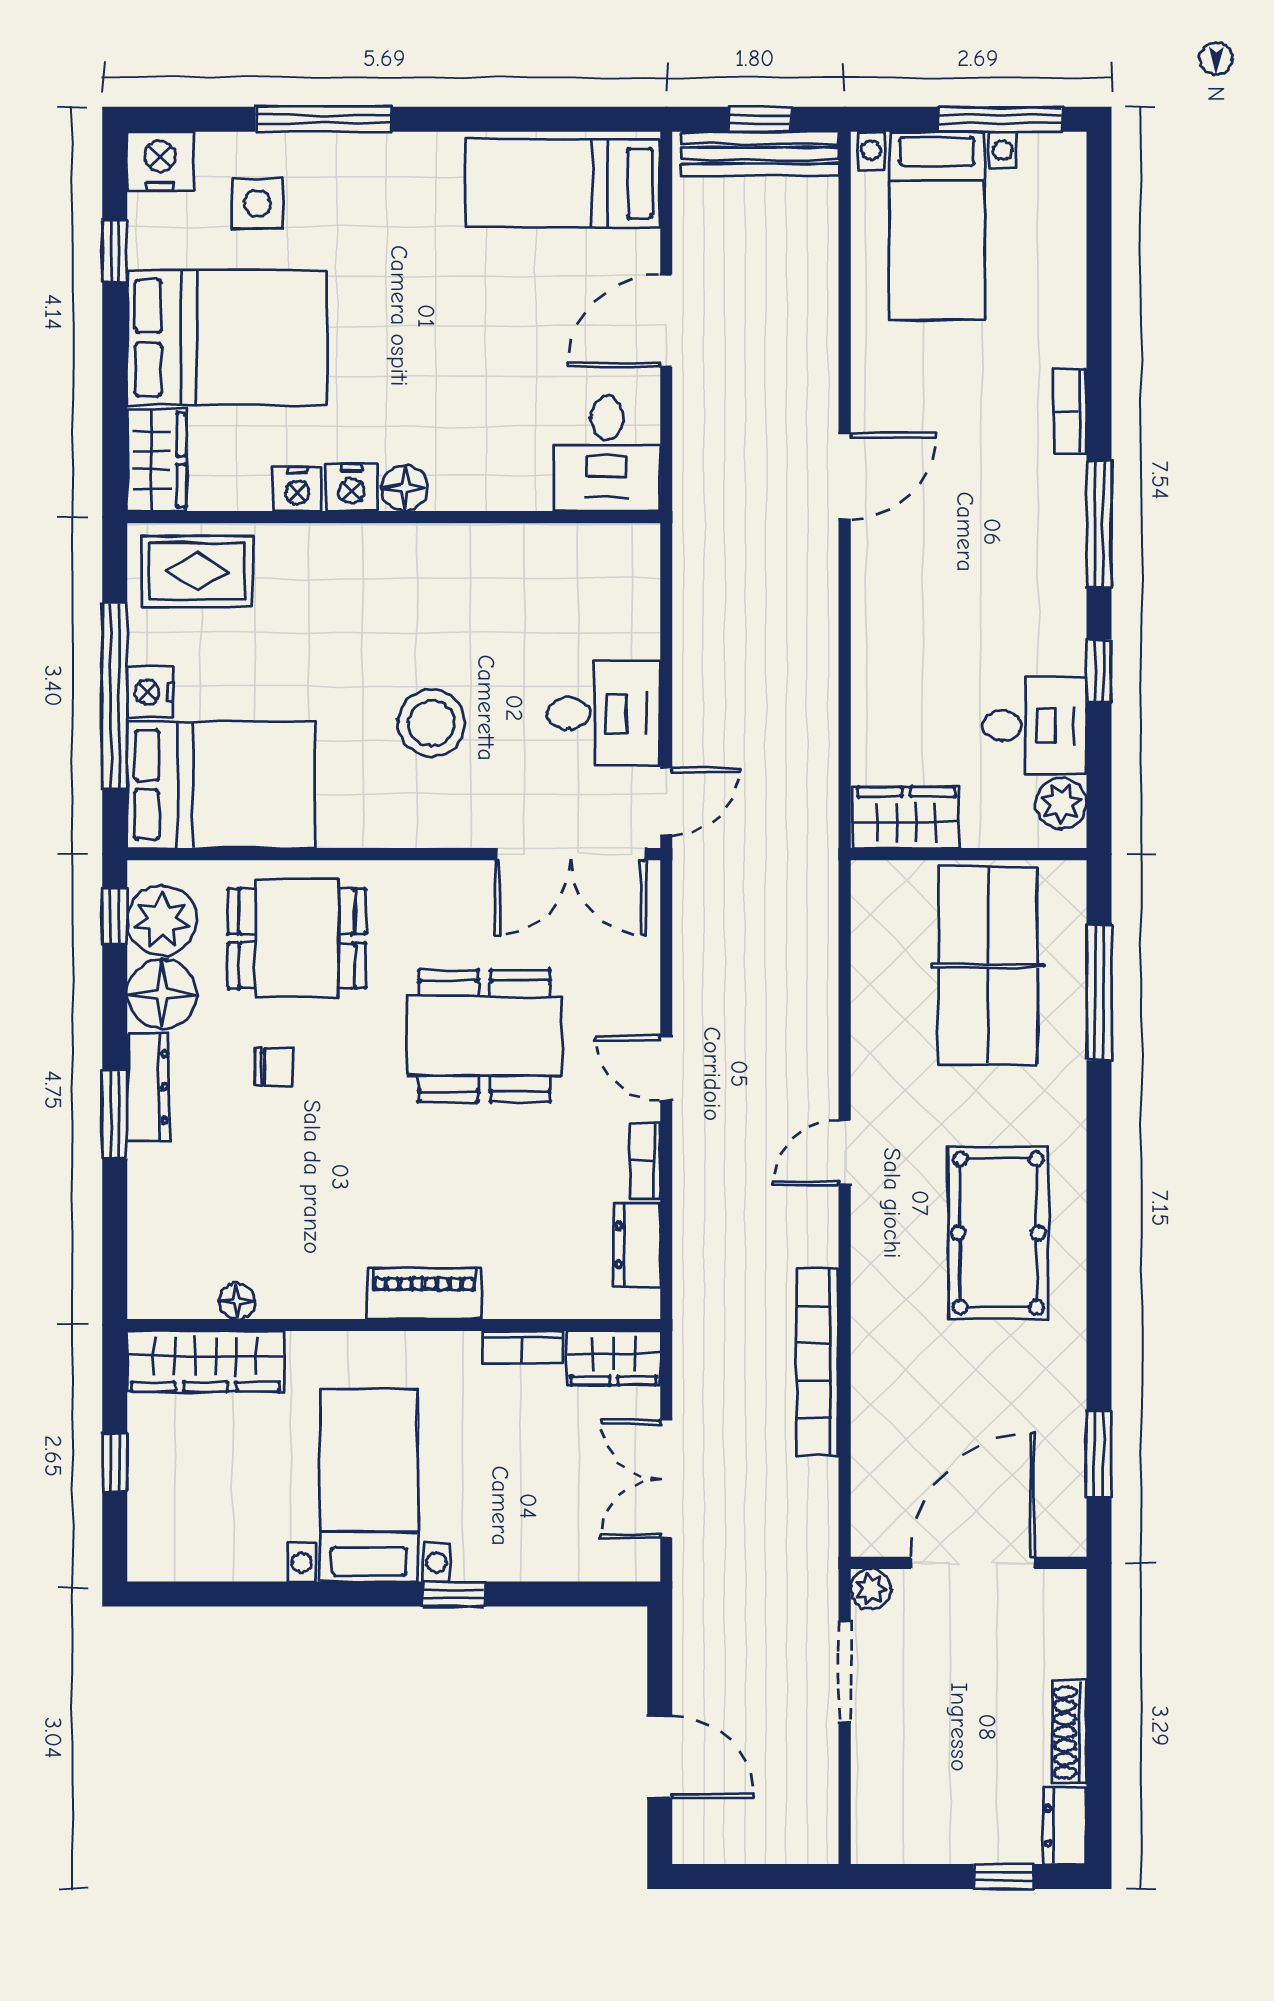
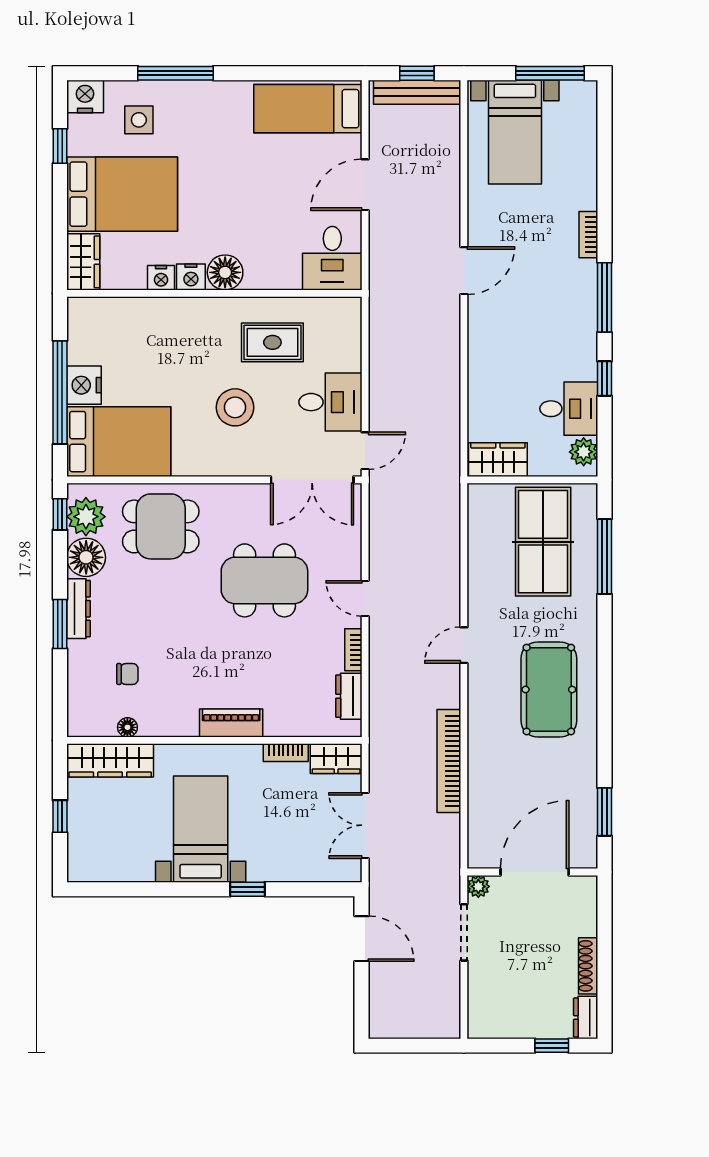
floor lamp: (405, 488) -> (225, 272), width x1.38, depth x1.38
rug: (197, 571) -> (272, 342), moved
nightstand: (151, 692) -> (84, 385), width x1.36, depth x1.33
chair: (274, 1067) -> (127, 674), moved
door: (660, 1757) -> (362, 939), moved

